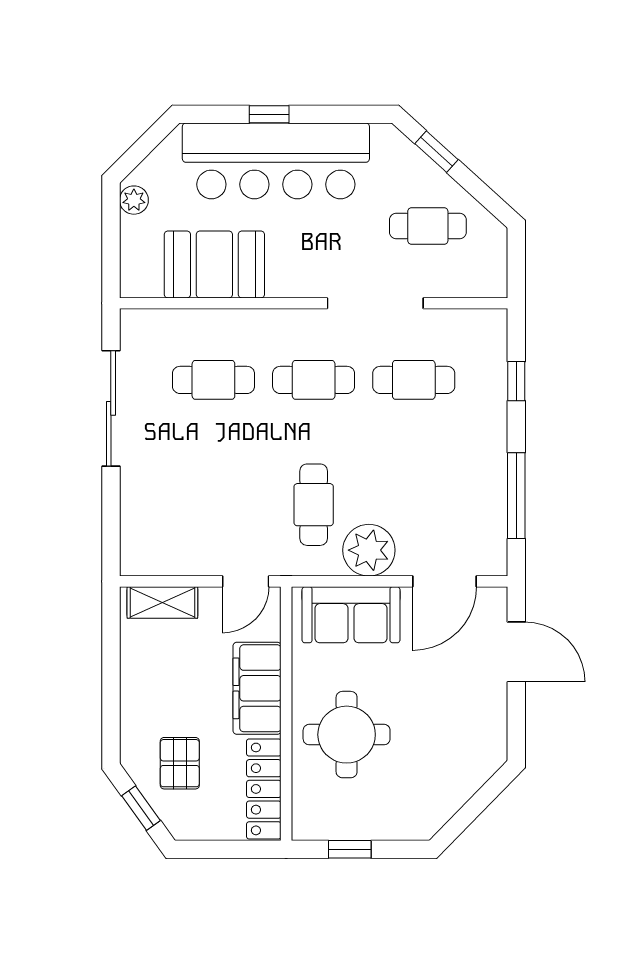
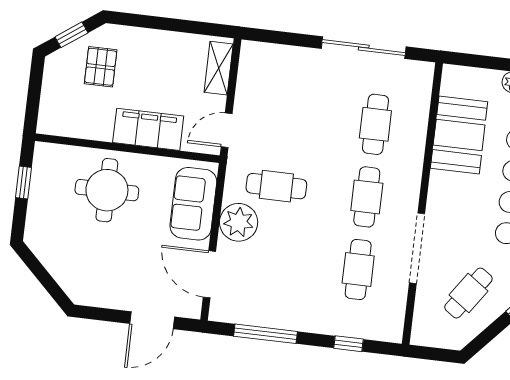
cafe table: (428, 226) -> (468, 293), turned 35
door: (246, 581) -> (227, 130), hinge flipped
pallet: (180, 763) -> (101, 67), turned 90
locker: (264, 789) -> (75, 125), removed

